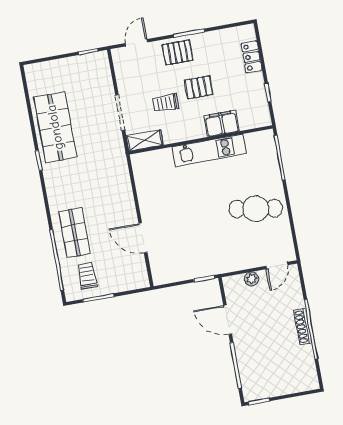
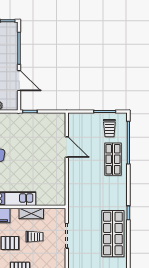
shelving: (145, 140) -> (31, 213), moved

